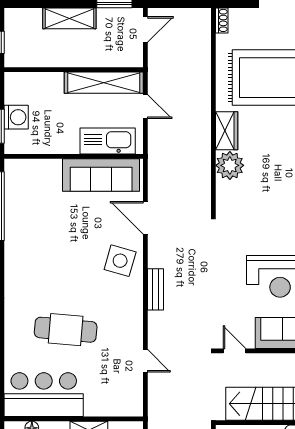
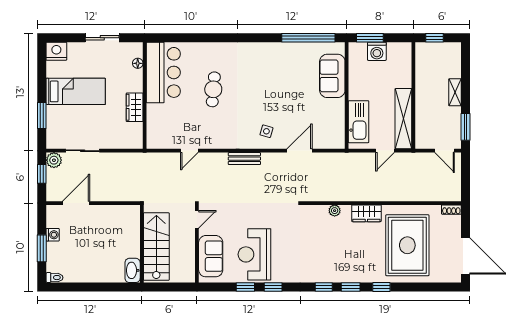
shelving: (69, 18) -> (455, 92), width x0.67, depth x0.75
plant: (230, 165) -> (335, 211), width x0.53, depth x0.53
sofa: (101, 175) -> (332, 76), moved, width x0.73
side table: (120, 261) -> (266, 131), width x0.54, depth x0.54
cafe table: (66, 330) -> (213, 89), width x0.73, depth x0.74

